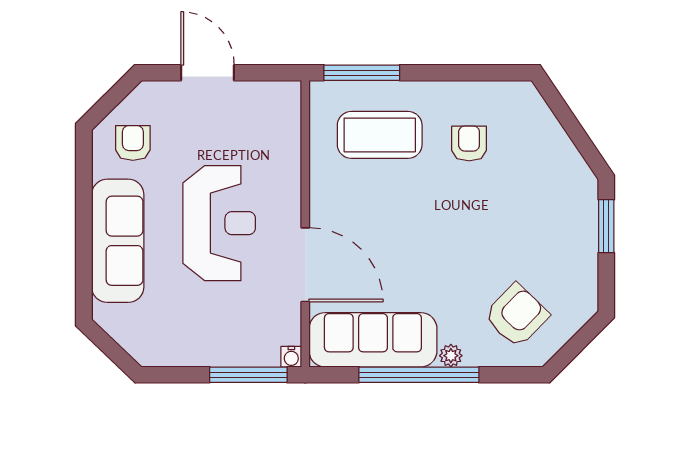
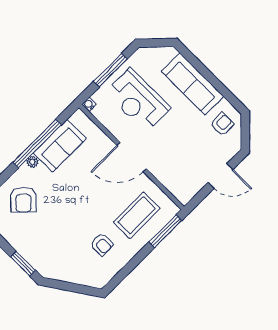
armchair: (133, 143) -> (222, 124), turned -90
reception desk: (219, 223) -> (138, 100), moved
door: (305, 265) -> (132, 157), moved
sofa: (373, 340) -> (60, 146), width x0.73
window: (248, 375) -> (110, 70), moved

